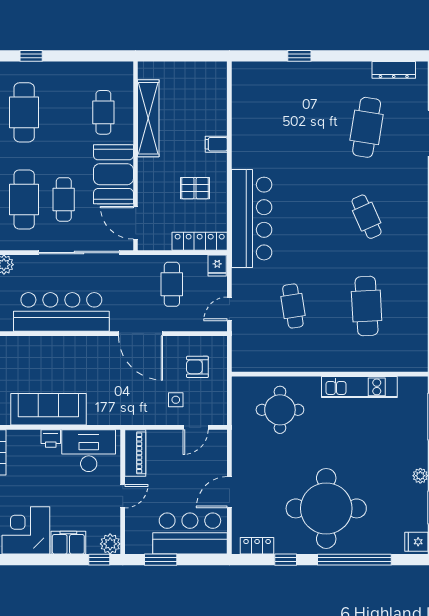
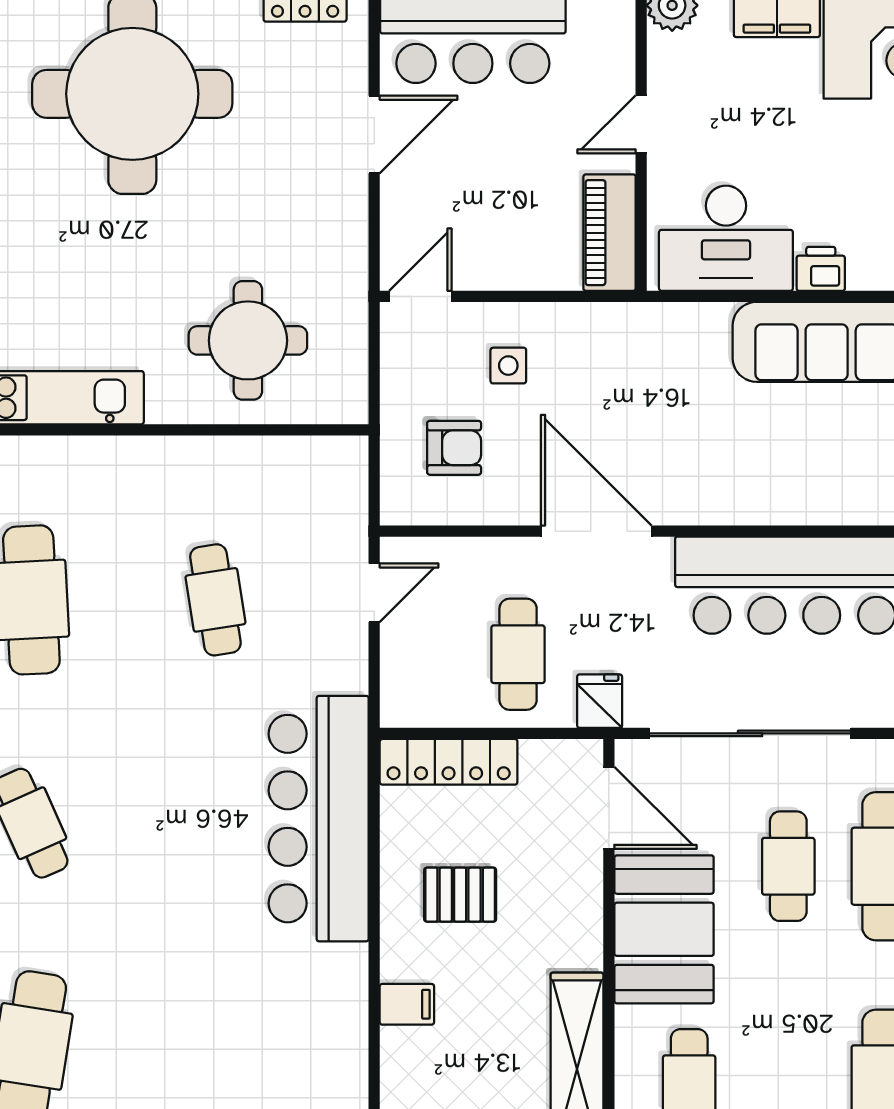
fridge: (217, 265) -> (600, 701), moved
door: (196, 427) -> (420, 296), moved

